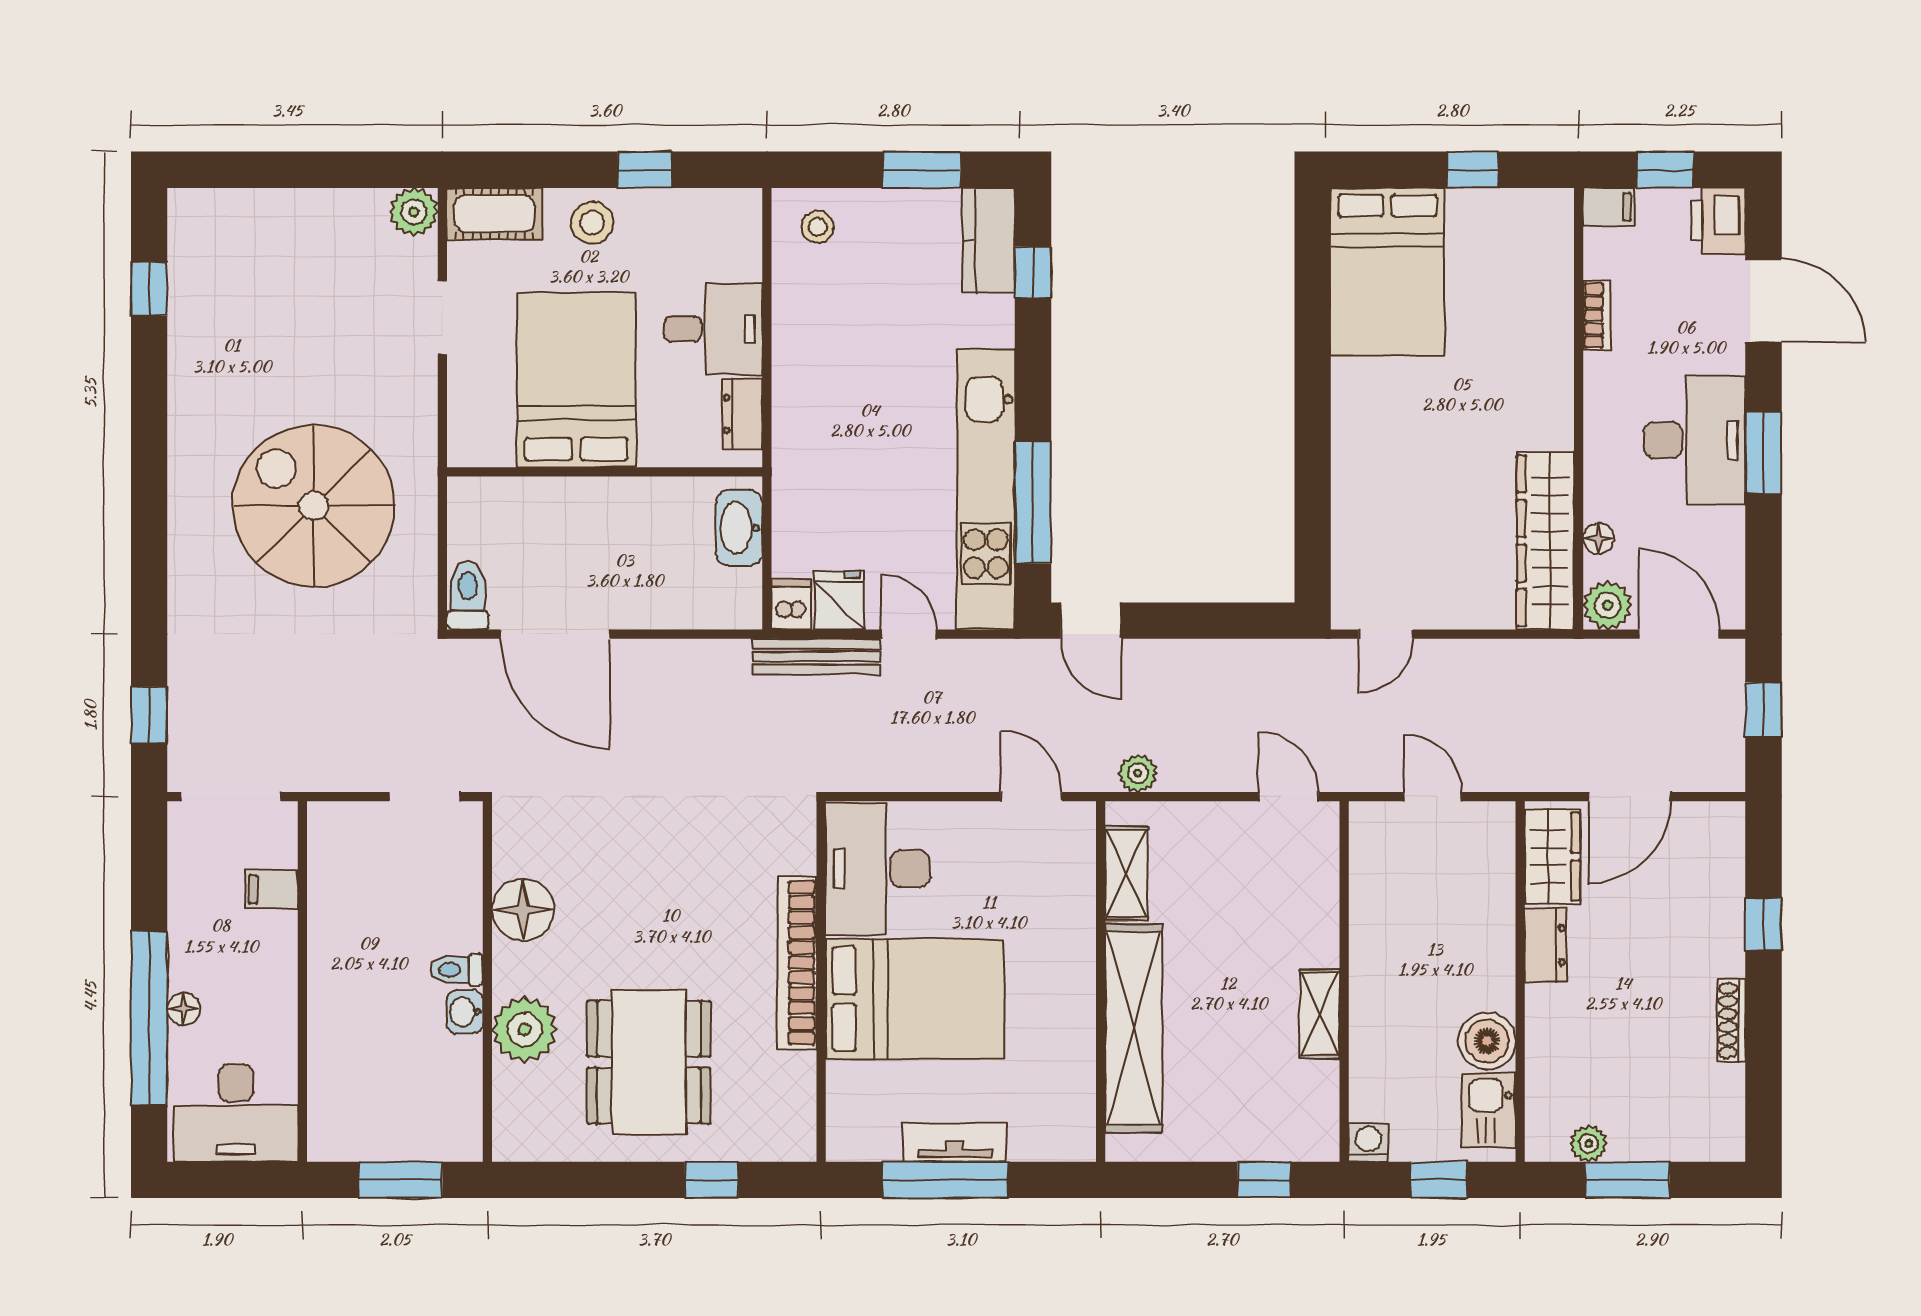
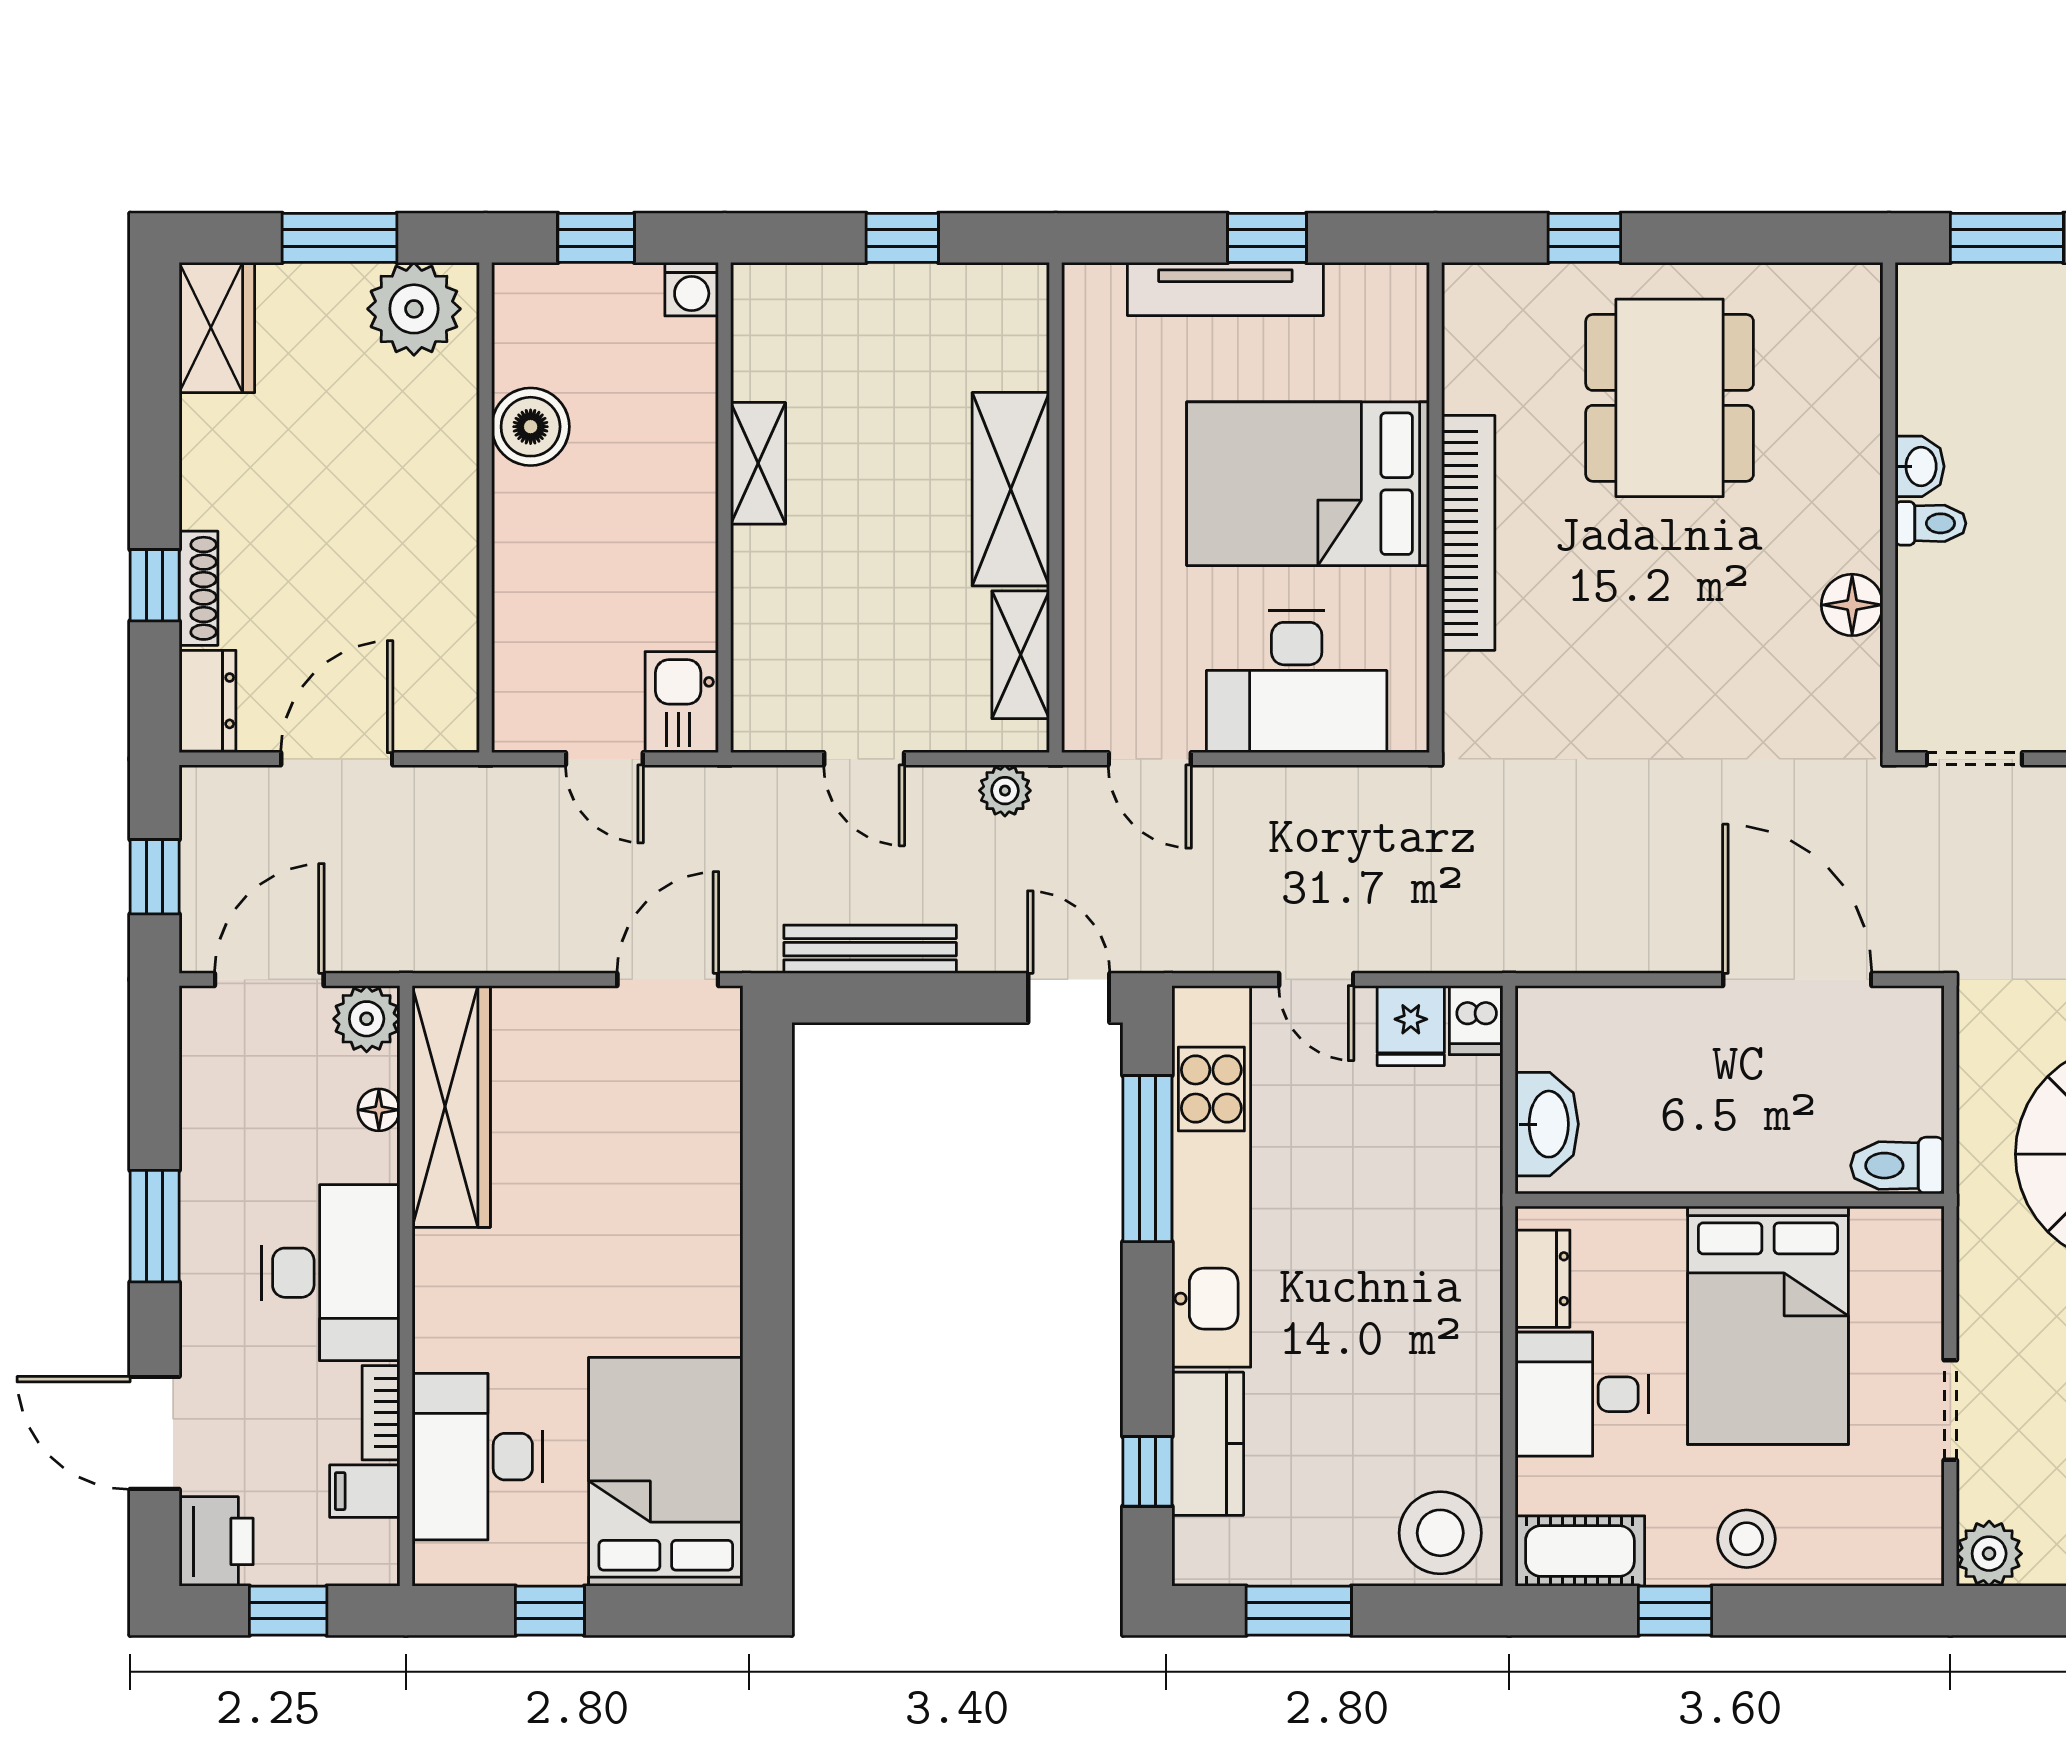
filing cabinet: (1609, 207) -> (365, 1491), moved
cot: (494, 214) -> (1580, 1551), moved
stool: (818, 227) -> (1440, 1533), width x1.89, depth x1.89
kitchen counter: (989, 240) -> (1208, 1444), moved
desk: (1526, 283) -> (477, 1457), added
desk: (1695, 440) -> (331, 1273), moved, turned 180
toilet: (468, 595) -> (1897, 1166), moved, turned 90
door: (1386, 634) -> (668, 979), width x1.38
door: (1679, 634) -> (269, 979), swing flipped
bench: (817, 657) -> (870, 949), moved
door: (1289, 797) -> (864, 759), moved
wardrobe: (1552, 857) -> (217, 327), moved, turned 180
desk: (878, 869) -> (1297, 682), moved, turned 90
floor lamp: (523, 910) -> (1852, 605), width x0.73, depth x0.73
dresser: (1545, 945) -> (208, 701), moved, turned 180
shoe rack: (1731, 1020) -> (199, 588), moved
shelving: (1134, 1028) -> (1011, 489), width x0.68
plant: (525, 1029) -> (1838, 442), removed
kitchen sink: (1489, 1110) -> (682, 702), moved, turned 180
tv unit: (955, 1142) -> (1225, 289), width x1.41
plant: (1589, 1144) -> (414, 309), width x1.88, depth x1.88
window: (945, 1180) -> (1267, 238), width x0.46
window: (1264, 1180) -> (902, 238), moved

